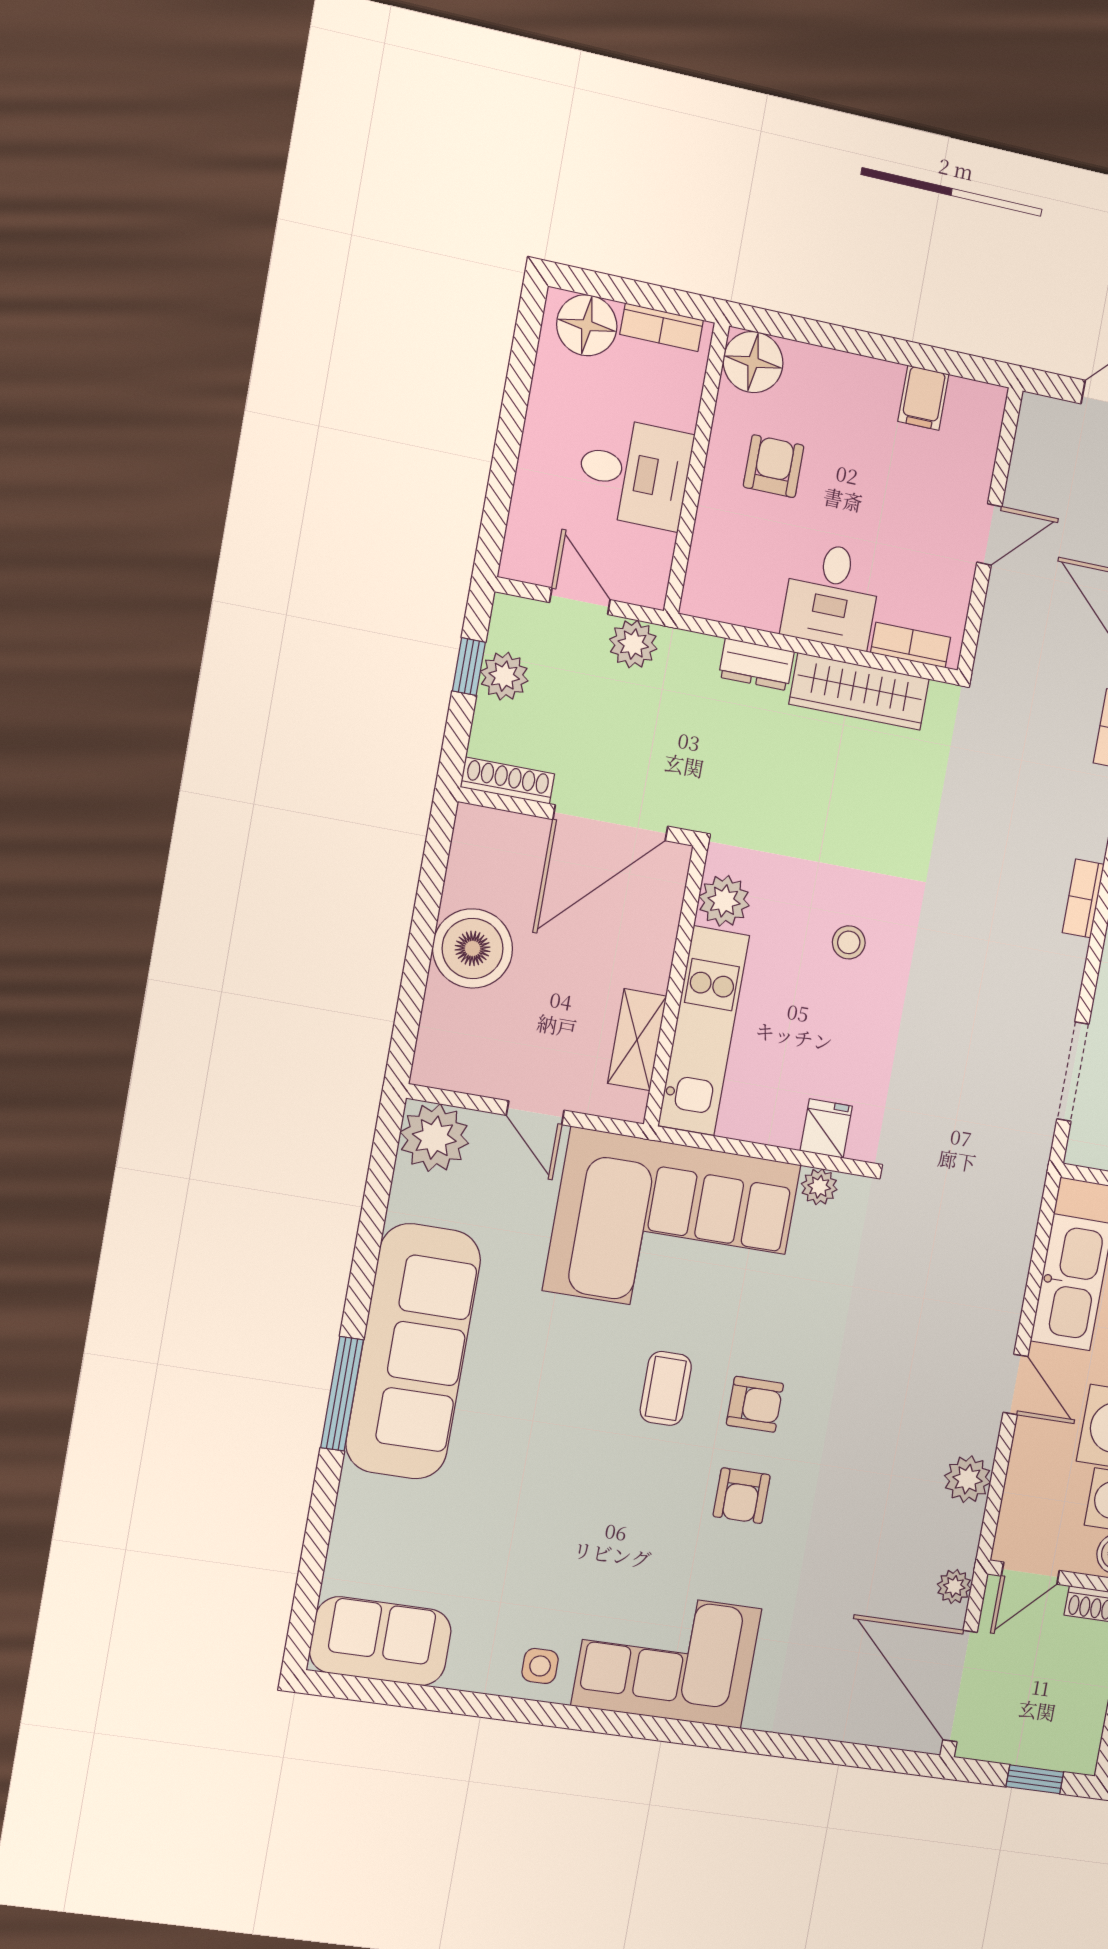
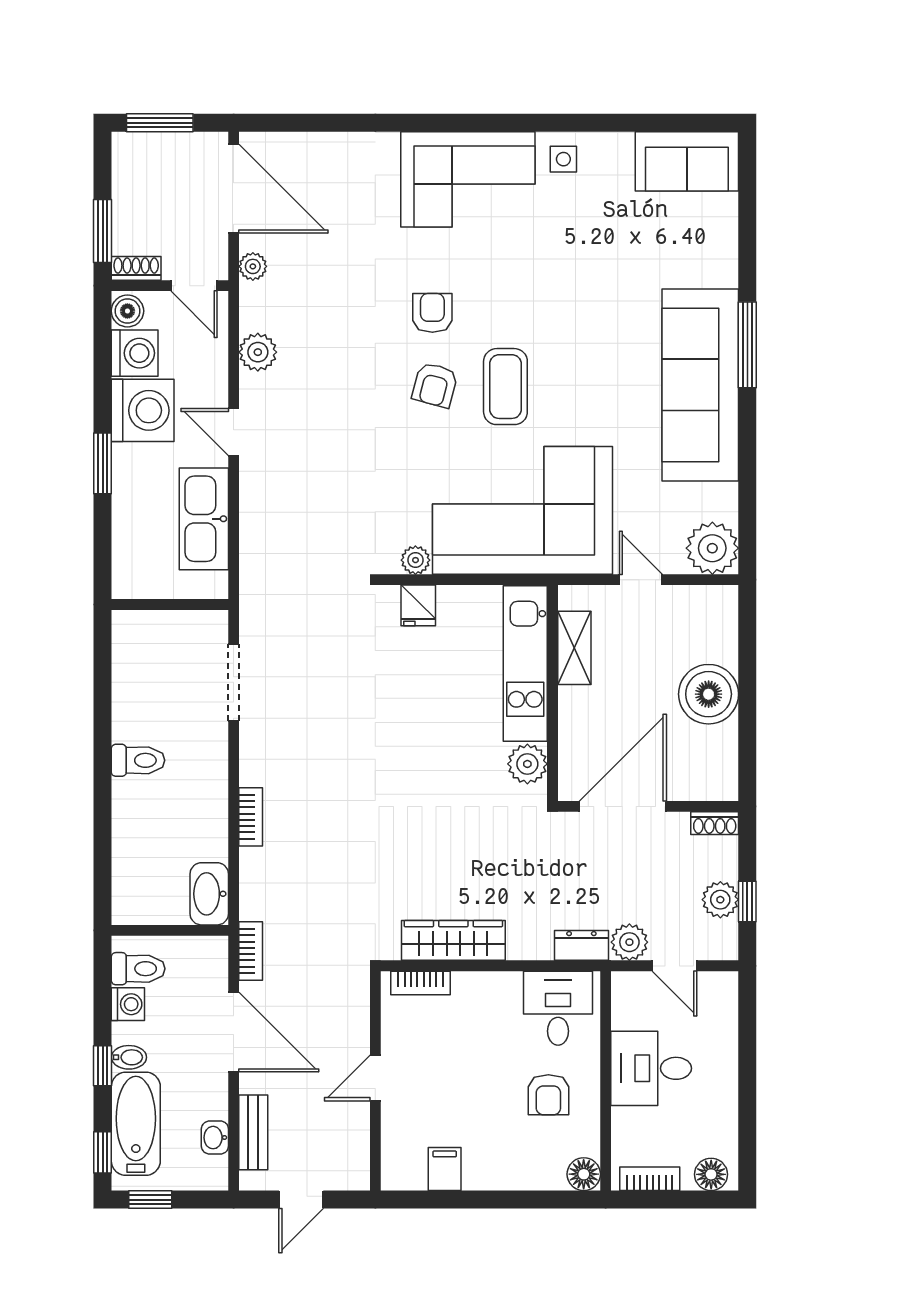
floor lamp: (587, 325) -> (711, 1174), width x0.73, depth x0.73
floor lamp: (753, 362) -> (584, 1174), width x0.73, depth x0.73
desk: (832, 595) -> (558, 1008), moved
dresser: (756, 664) -> (581, 945), moved
shoe rack: (507, 781) -> (715, 823), width x0.70
stool: (849, 942) -> (427, 750), removed
coffee table: (666, 1388) -> (505, 387), width x1.36, depth x1.30
armchair: (755, 1404) -> (435, 385), turned -75
door: (1030, 1573) -> (194, 286), swing flipped
window: (1035, 1779) -> (160, 123), width x1.50

